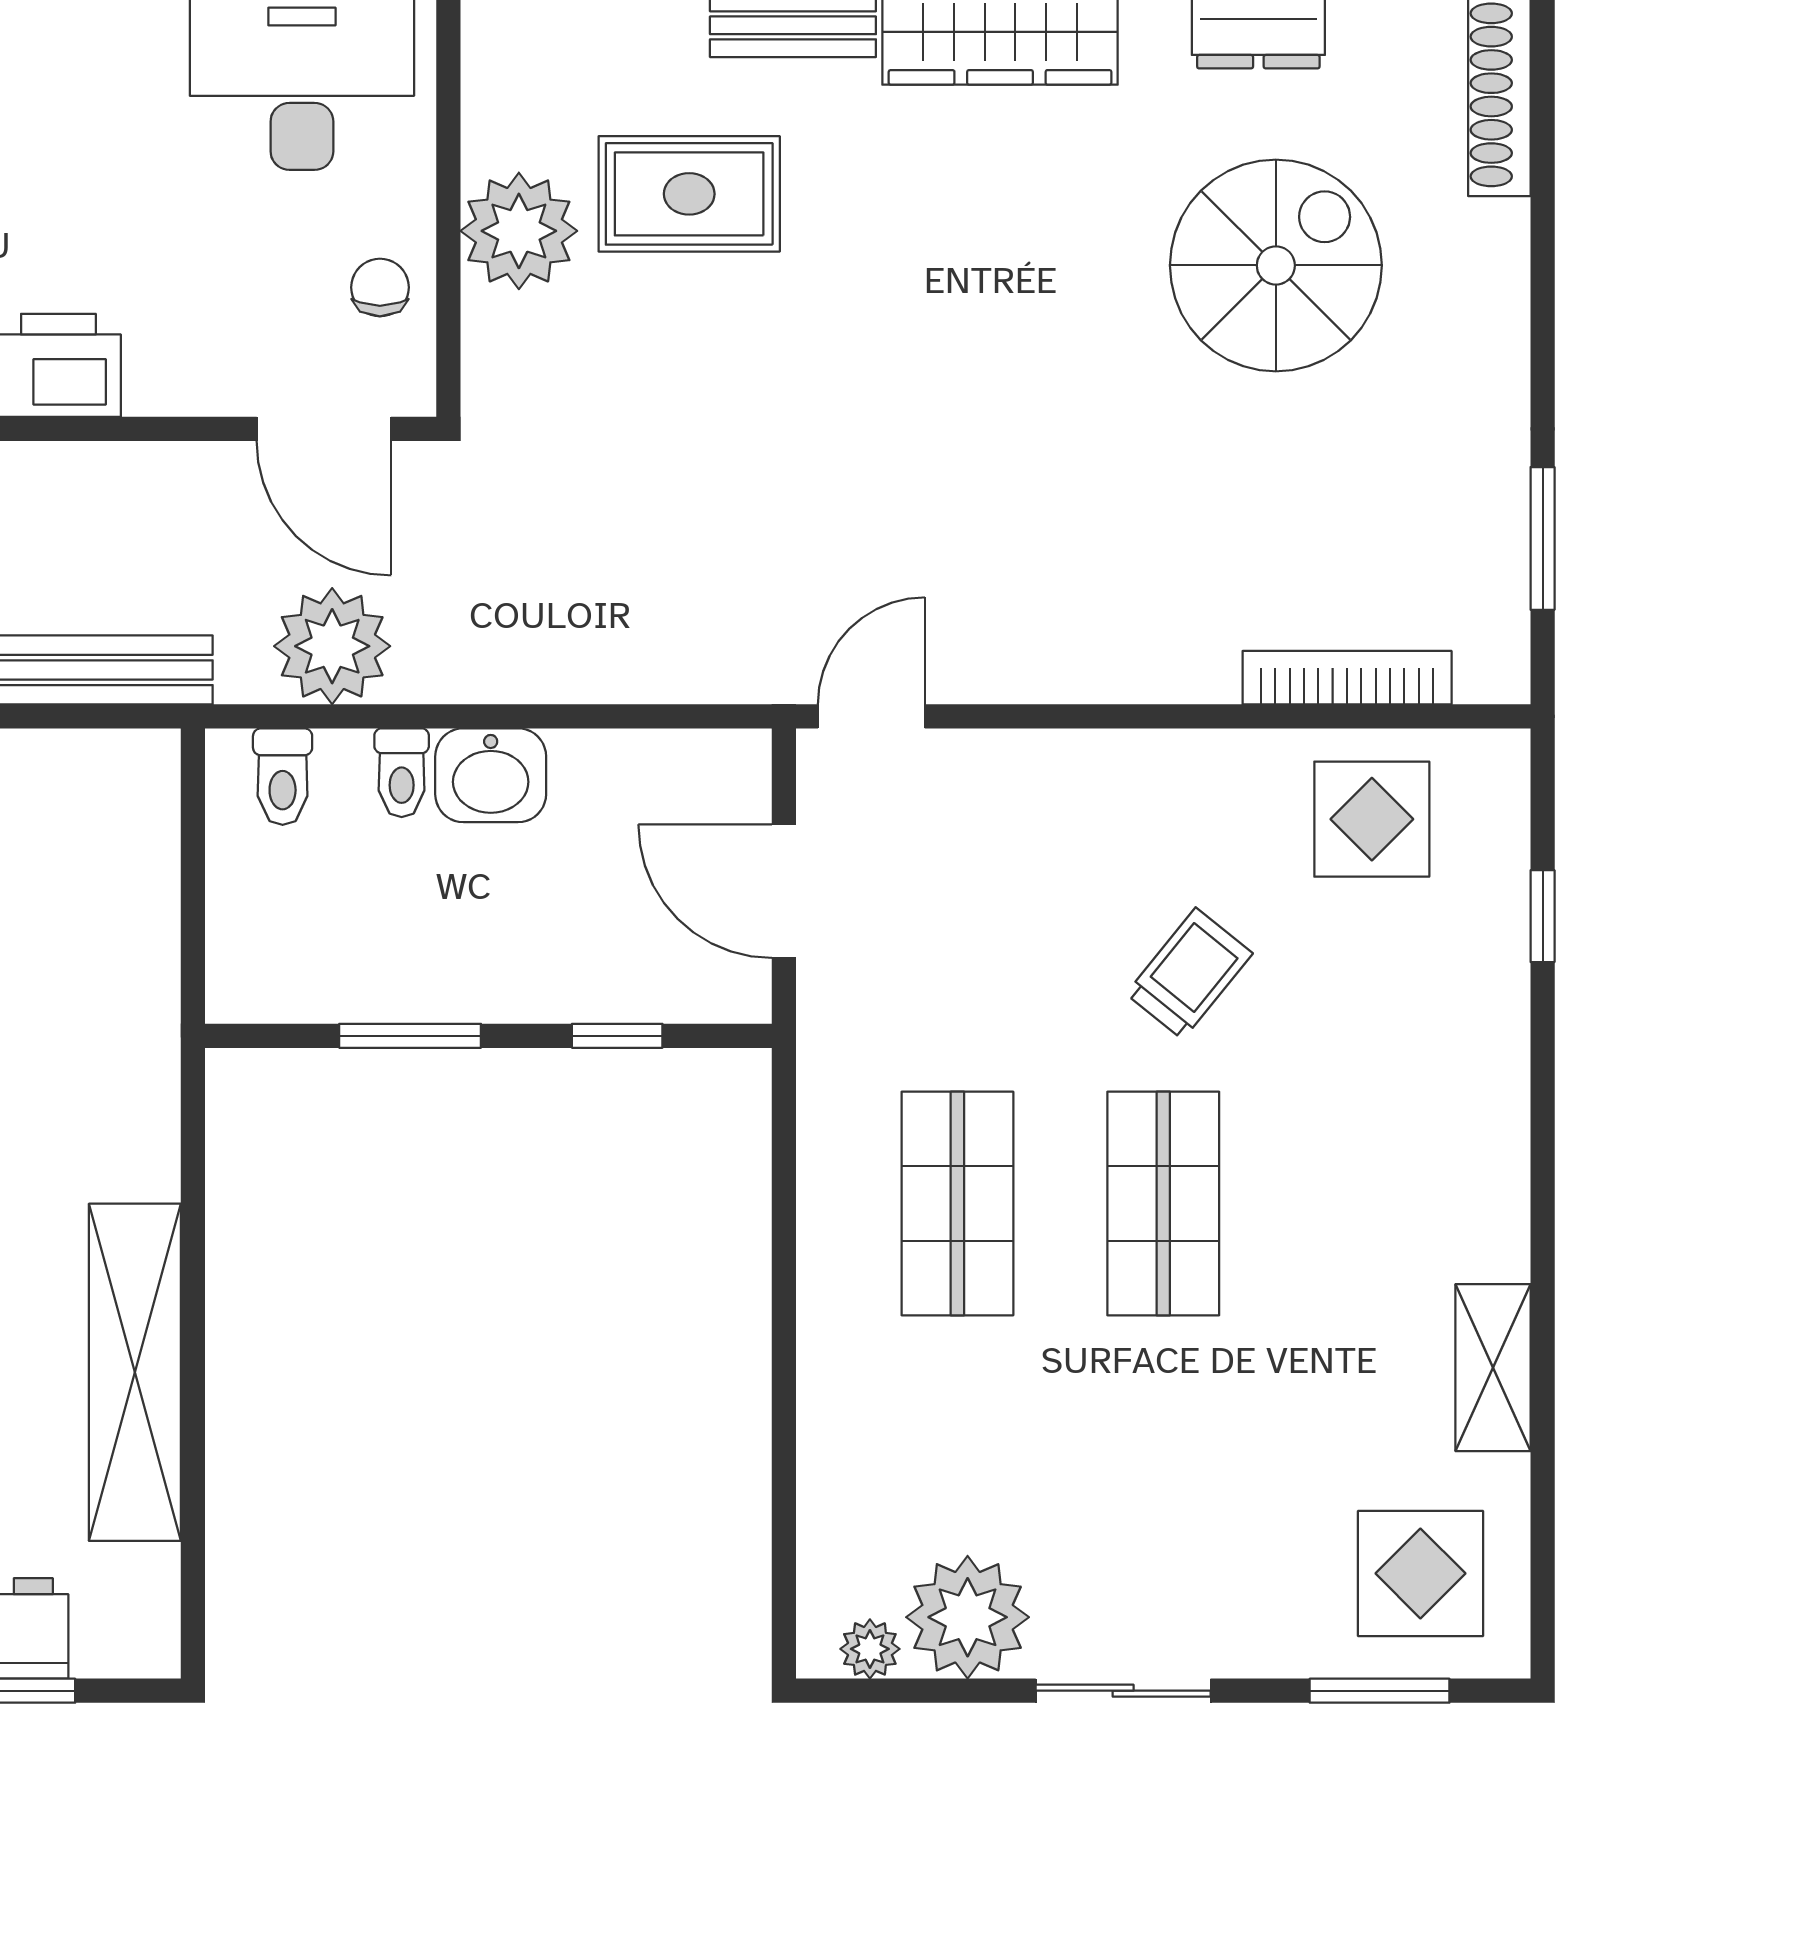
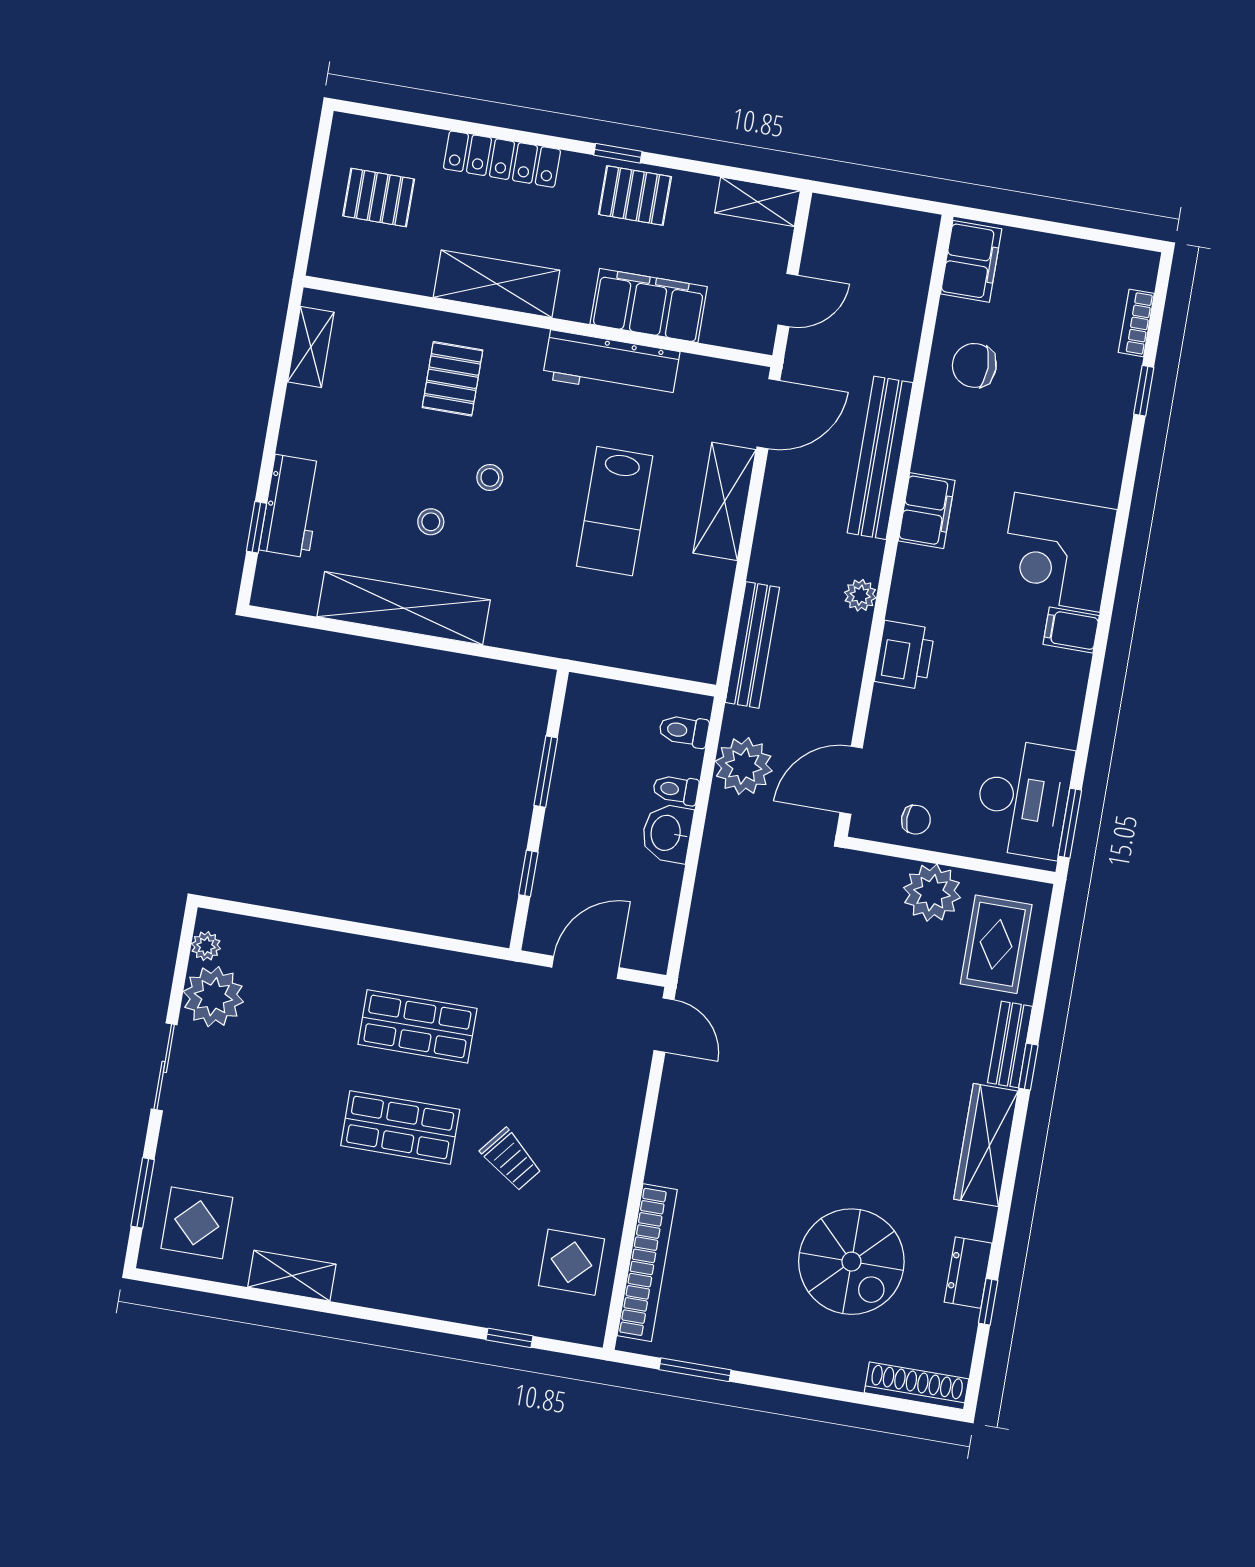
rug: (689, 194) -> (996, 944), moved
bookcase: (1347, 678) -> (647, 1263), width x1.48, depth x1.31

